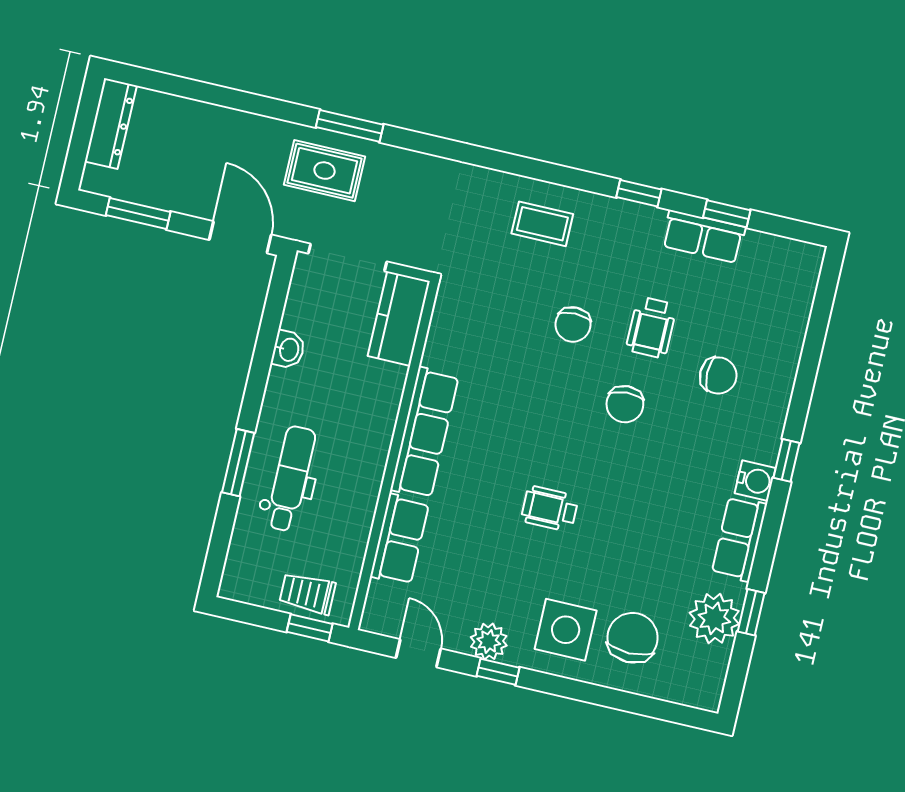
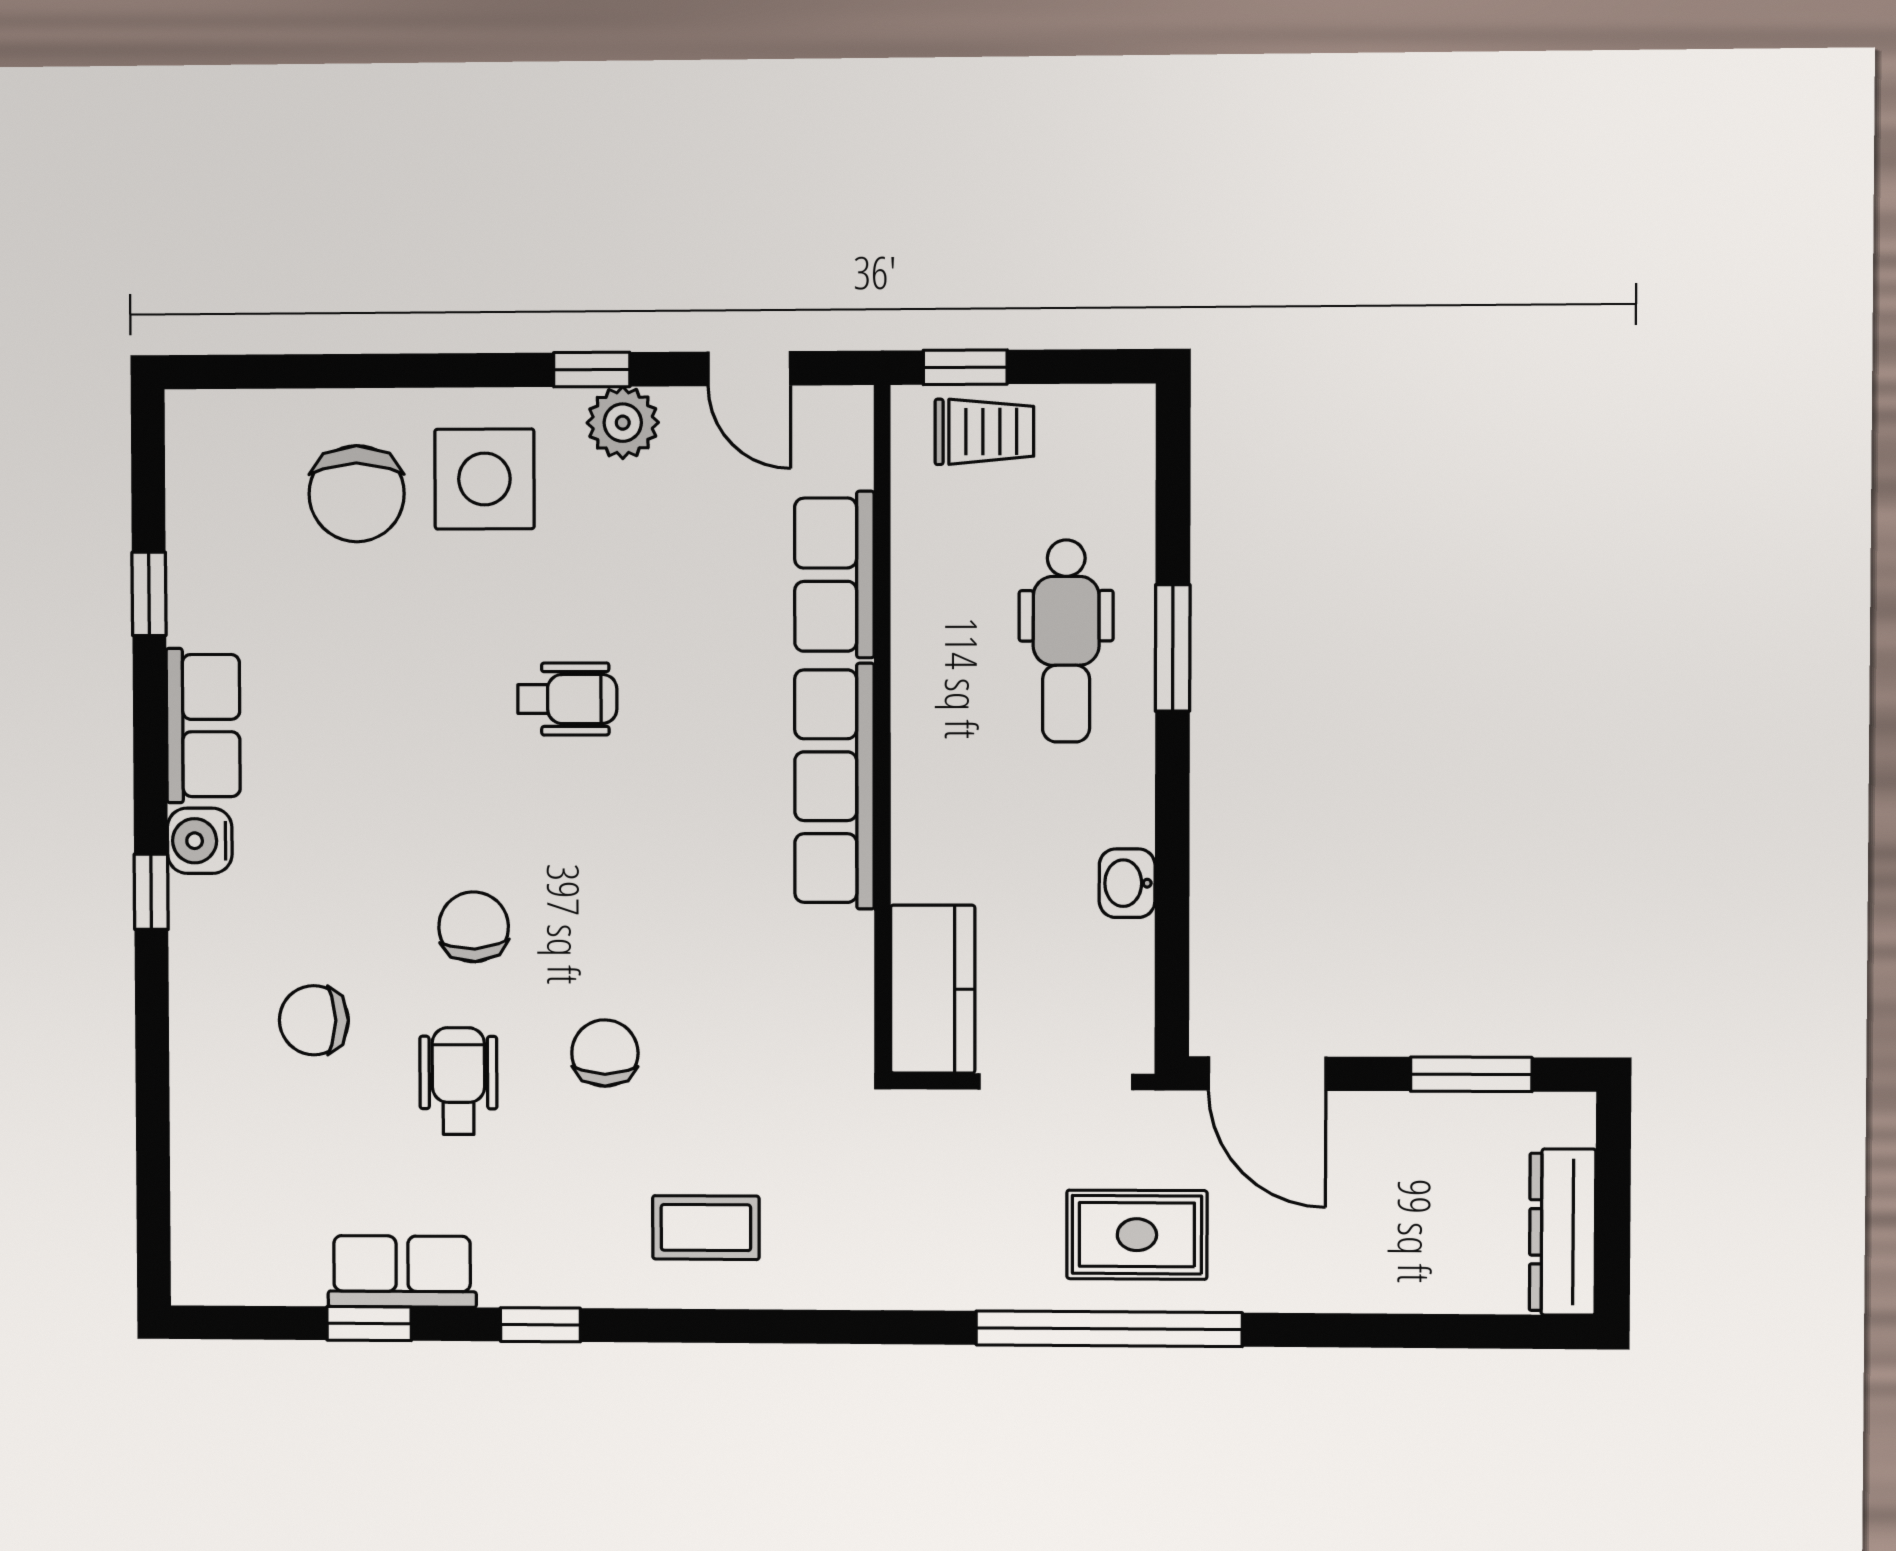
window: (350, 126) -> (1109, 1329), width x2.11
plant: (714, 618) -> (214, 566), removed

